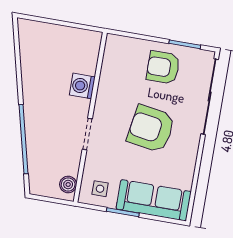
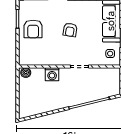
armchair: (151, 129) -> (70, 30), width x0.53, depth x0.53
boiler: (68, 185) -> (26, 73), moved

